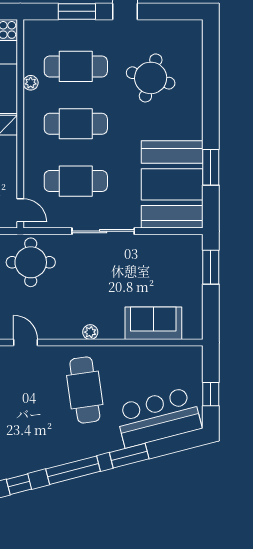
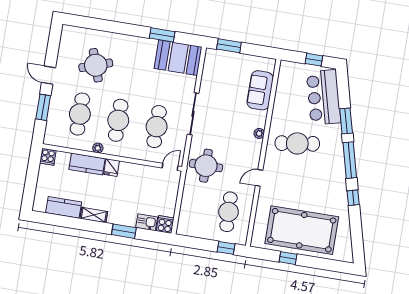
round table: (151, 78) -> (96, 65), turned -35
plant: (31, 83) -> (98, 148), moved
booth: (172, 184) -> (178, 58), width x0.73, depth x0.70

